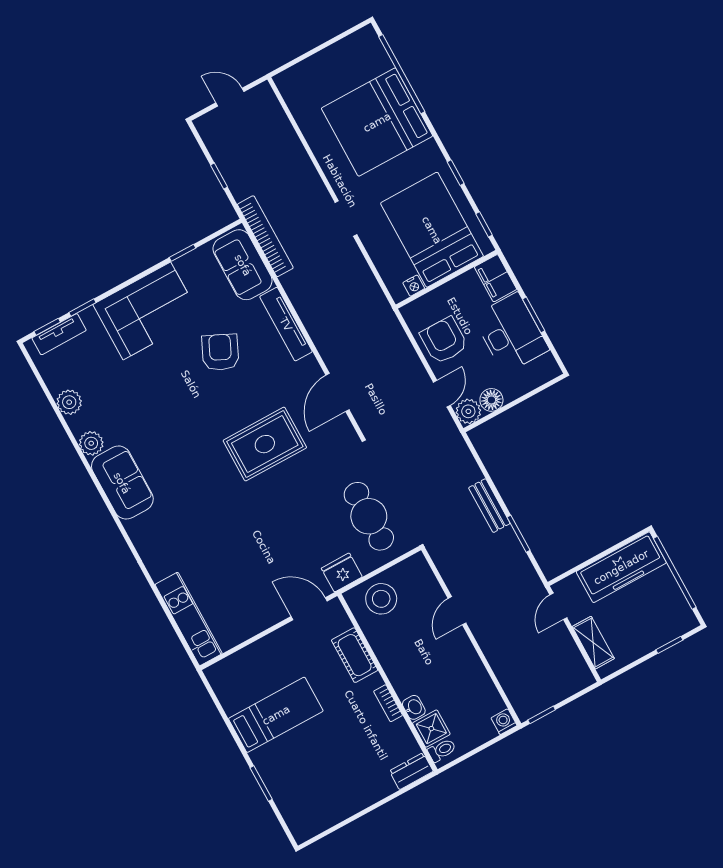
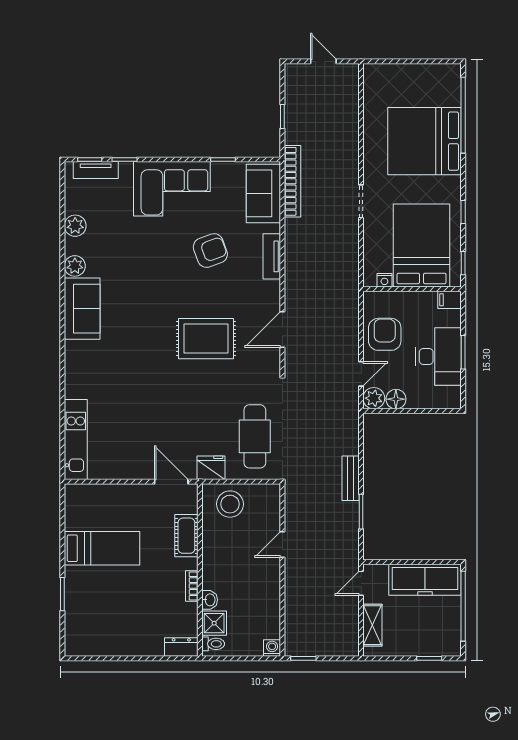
filing cabinet: (496, 278) -> (450, 300), width x0.50
tv unit: (286, 324) -> (272, 256), width x0.71
armchair: (220, 352) -> (210, 251), turned 45

